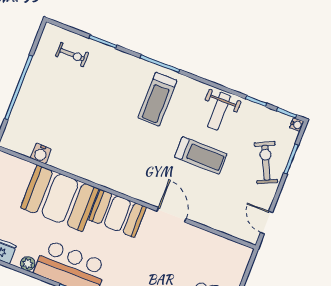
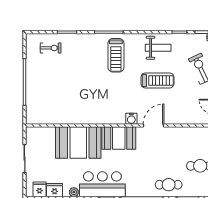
weight bench: (219, 111) -> (158, 48), turned -90
water cooler: (41, 153) -> (131, 119), moved
door: (172, 215) -> (153, 125), hinge flipped

